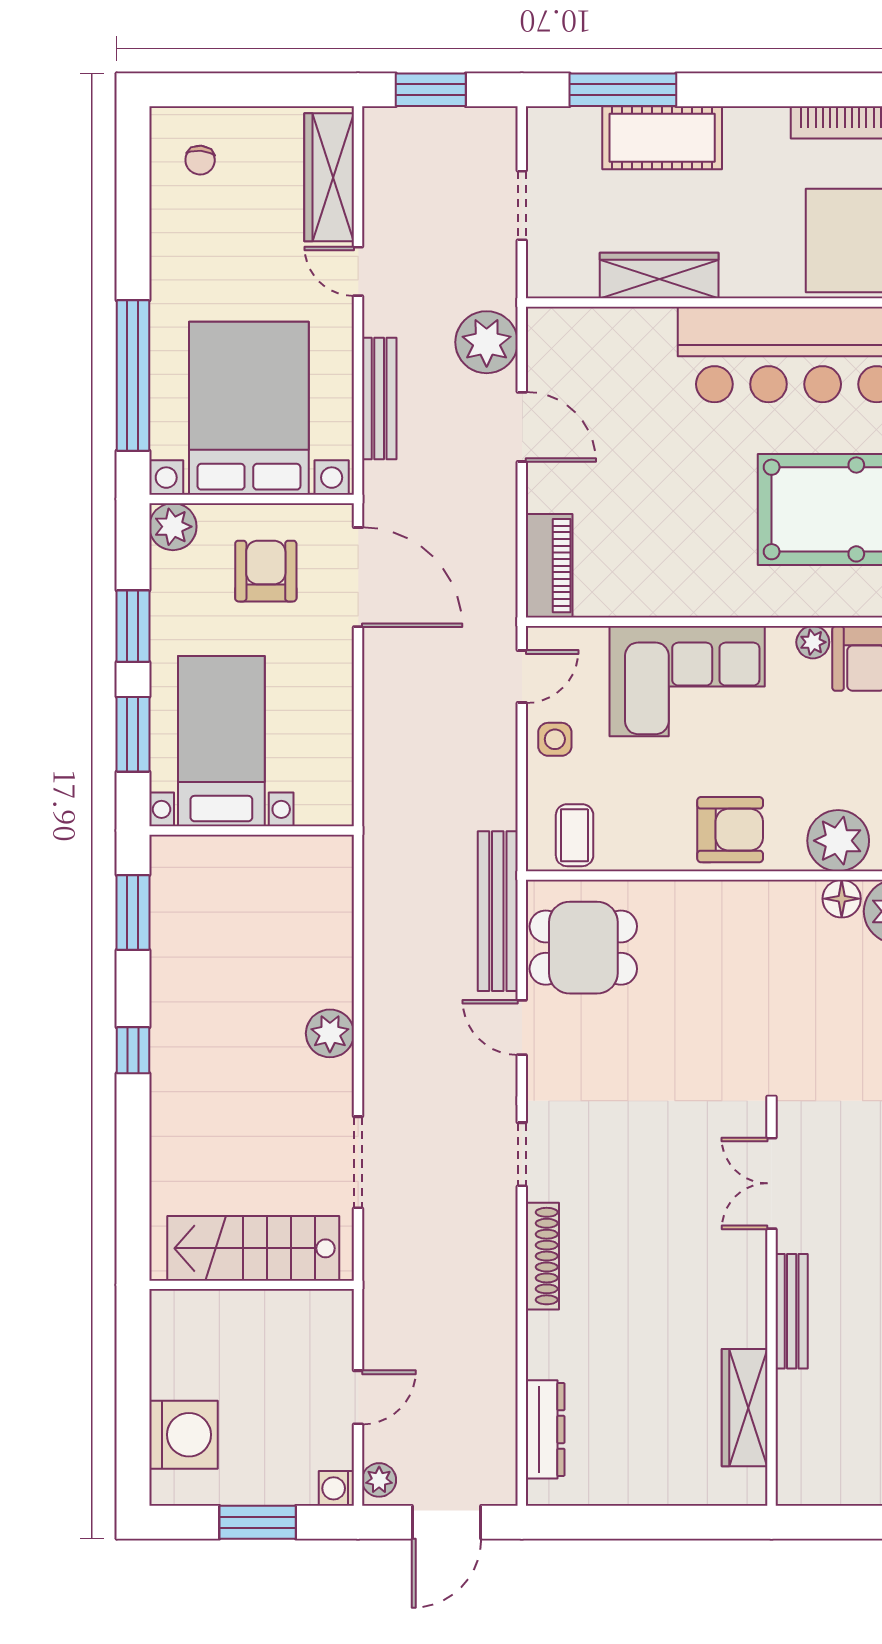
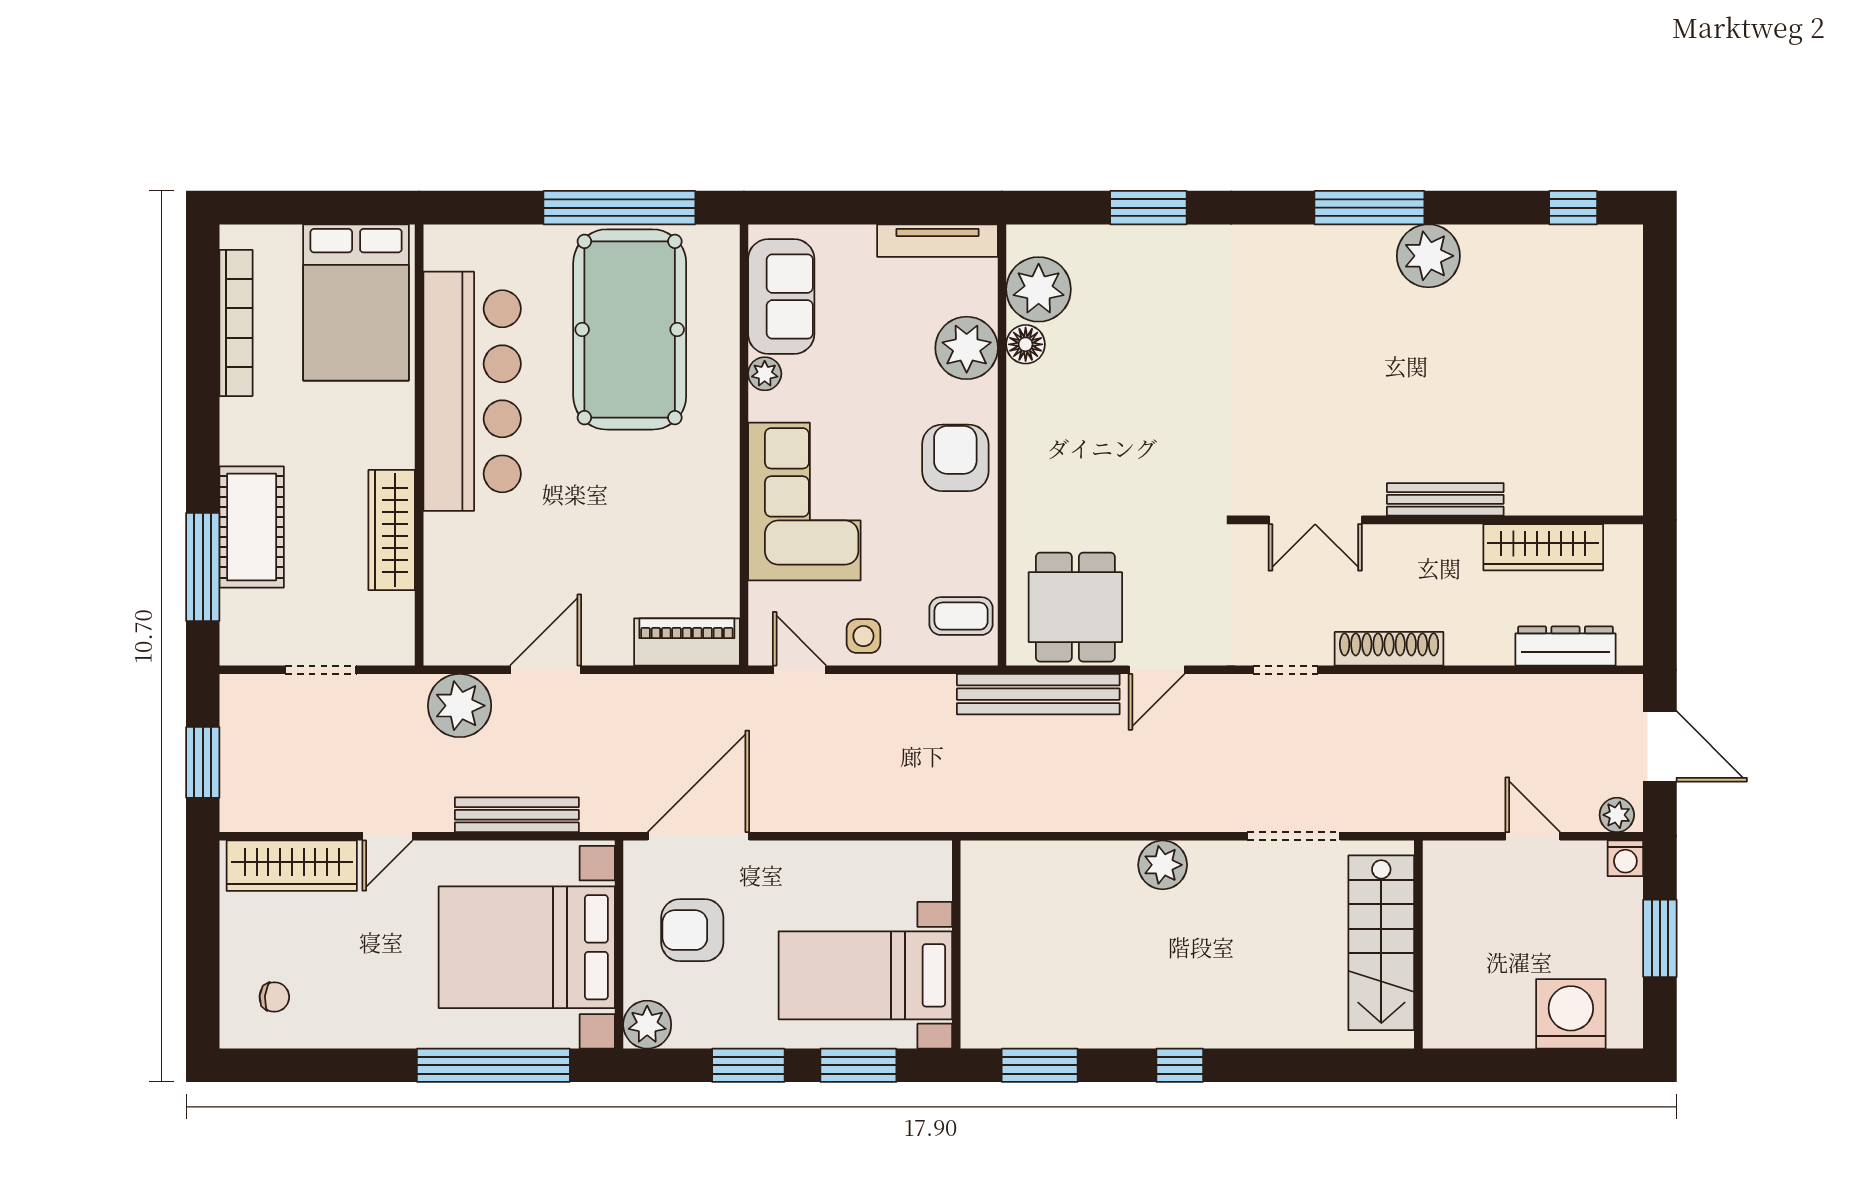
double door: (771, 1183) -> (1315, 520), moved
wall: (771, 1305) -> (1439, 520), moved
bench: (792, 1311) -> (1445, 499), moved
wardrobe: (745, 1408) -> (1543, 547), moved

